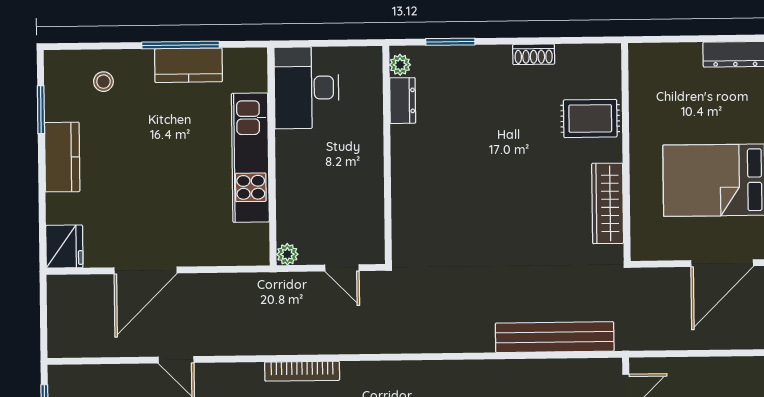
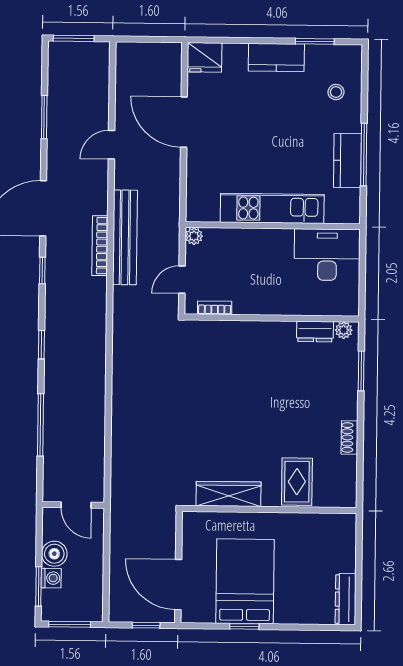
bookcase: (376, 226) -> (215, 308), added
bench: (555, 337) -> (125, 237), moved

